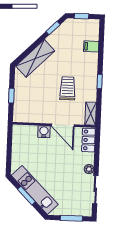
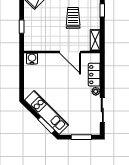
water cooler: (44, 132) -> (32, 59), moved
locker: (88, 140) -> (94, 75), moved
window: (26, 196) -> (46, 125), moved

